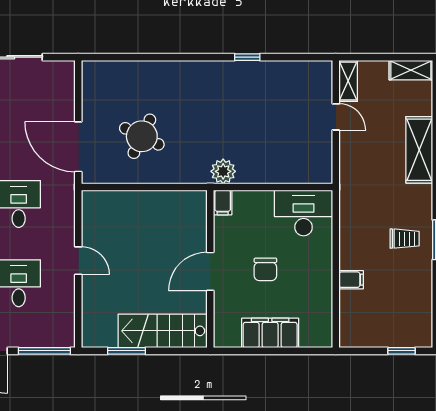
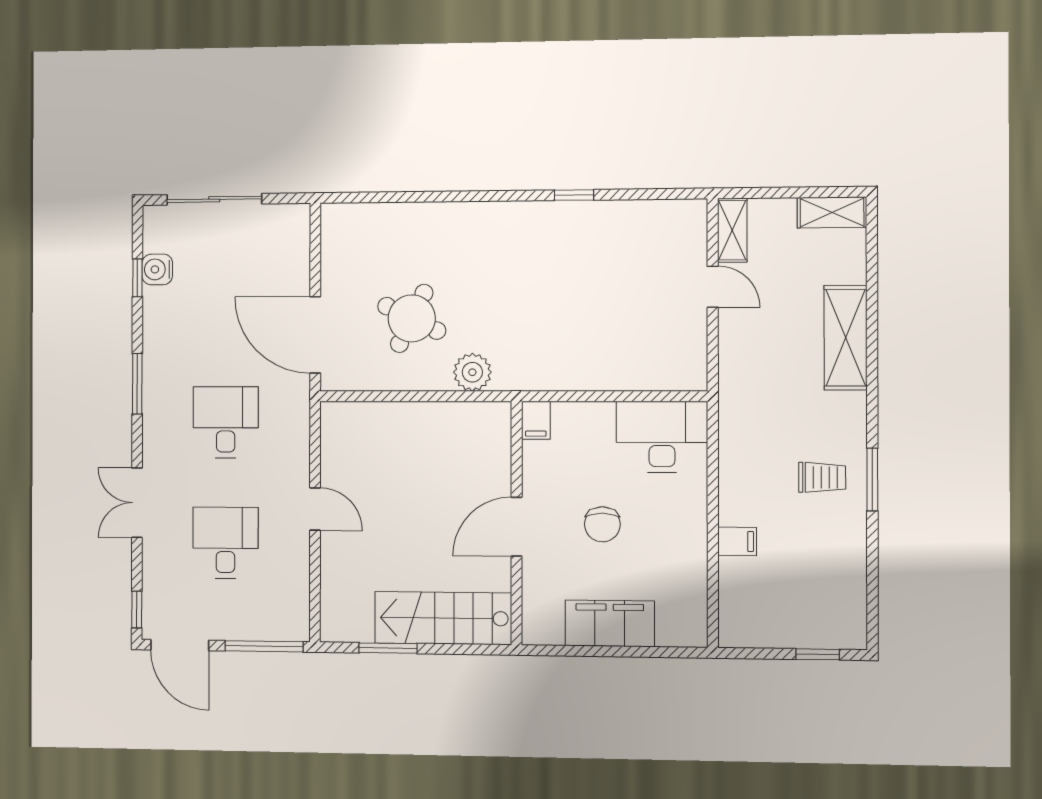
plant: (223, 171) -> (472, 372), moved

